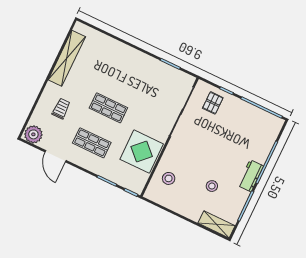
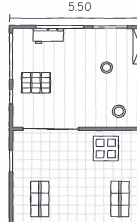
pallet: (213, 103) -> (36, 83), moved, width x1.50, depth x1.42
shop shelf: (108, 108) -> (40, 199), moved
display table: (142, 152) -> (106, 149), width x0.73, depth x0.73
workbench: (251, 176) -> (48, 36), moved

